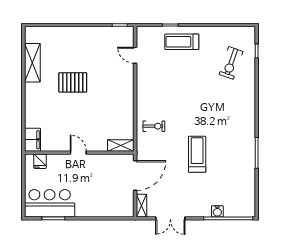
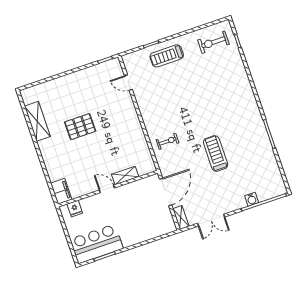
exercise bike: (231, 63) -> (213, 42), moved, turned 71
shelving: (121, 146) -> (125, 175), moved

